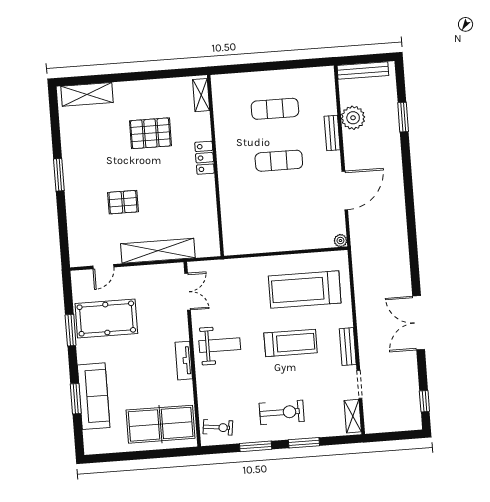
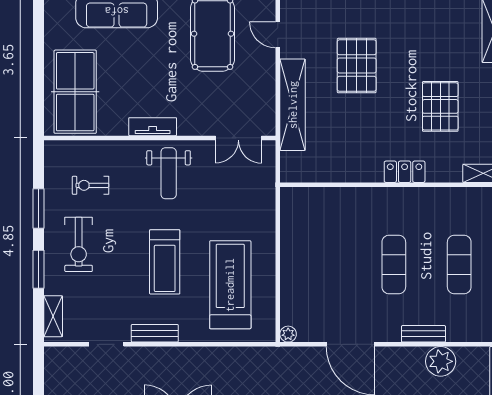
pallet: (123, 202) -> (357, 66), width x1.50, depth x1.42
shelving: (353, 416) -> (53, 316), moved, turned 90
exercise bike: (218, 427) -> (91, 185), moved, turned 83

